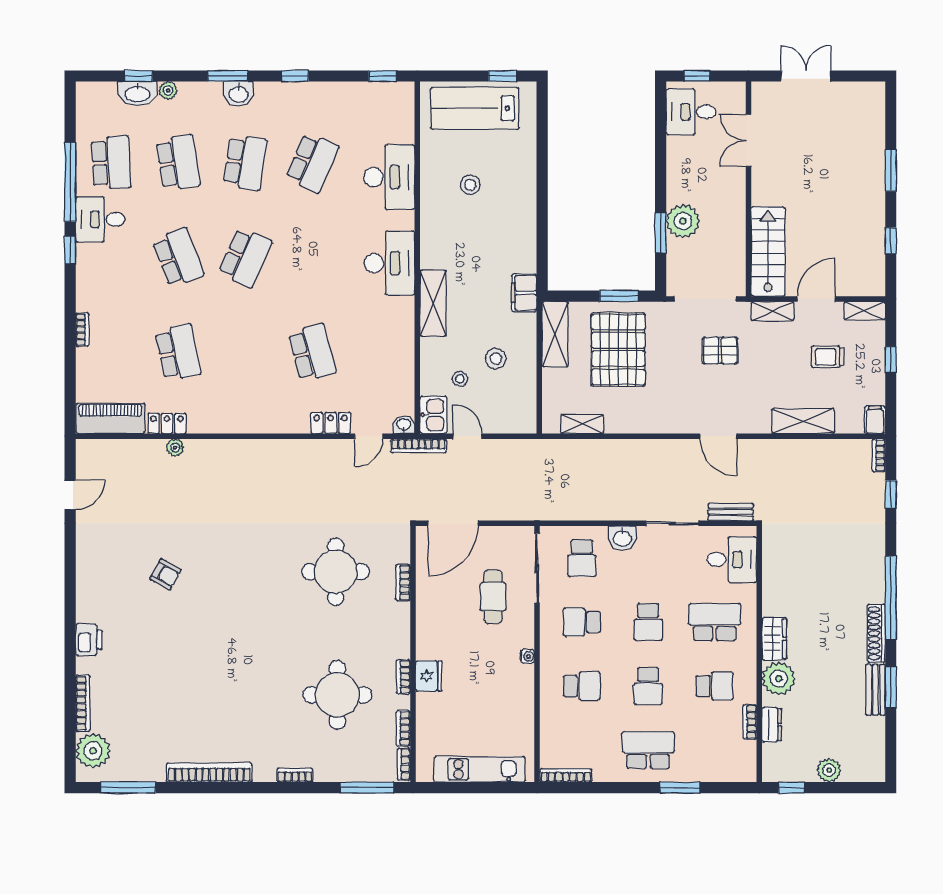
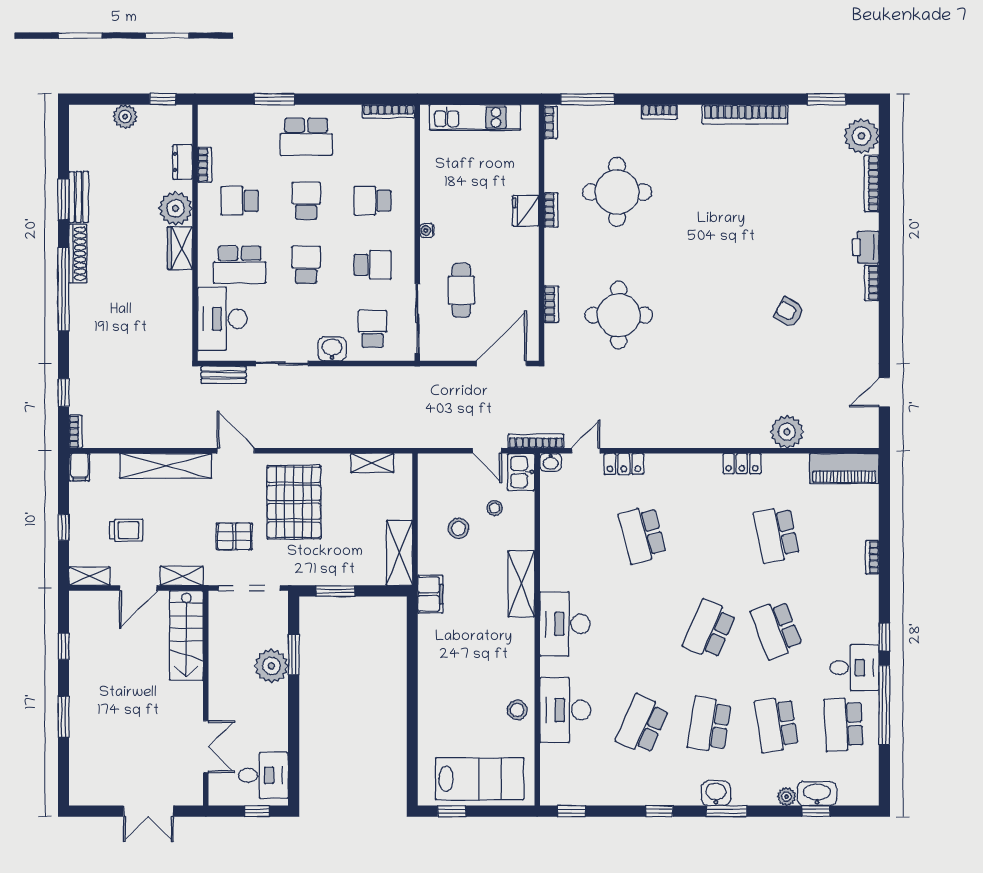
stool: (470, 185) -> (517, 710), moved
pallet: (618, 349) -> (294, 502), moved
shelving: (803, 421) -> (166, 466), width x1.47
locker: (167, 423) -> (742, 464), moved
plant: (175, 447) -> (787, 432), width x1.88, depth x1.88
desk: (732, 559) -> (222, 319), width x1.37
bookcase: (403, 728) -> (872, 283), moved, turned 180
window: (128, 788) -> (827, 99), width x0.69

